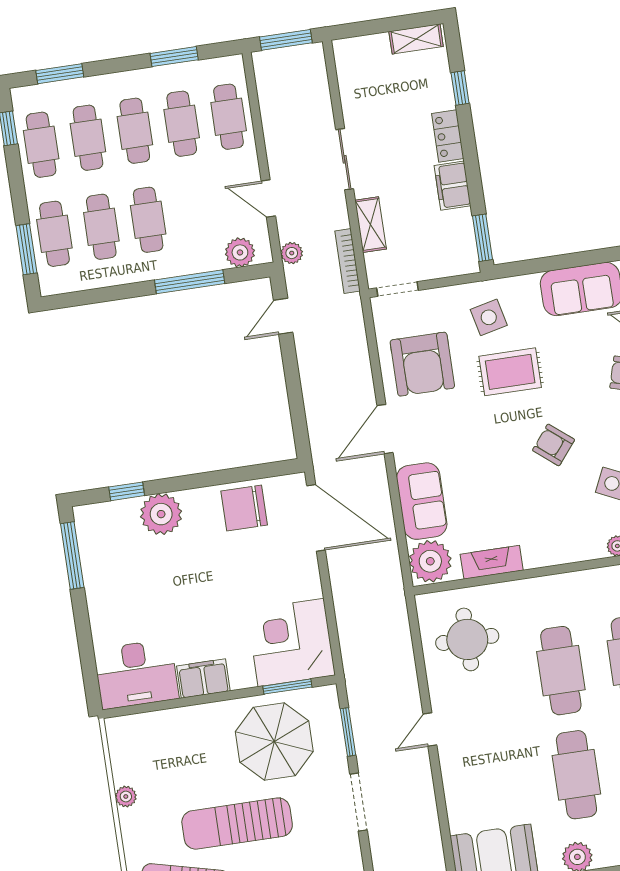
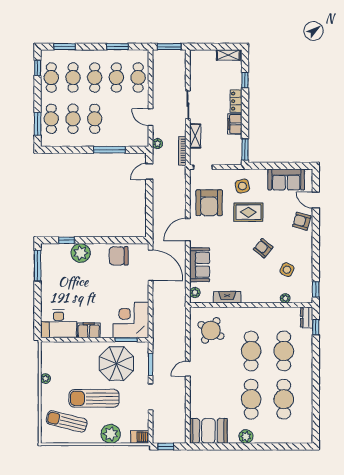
plant: (240, 252) -> (134, 140), removed
plant: (430, 561) -> (195, 293), width x0.53, depth x0.53
round table: (467, 639) -> (211, 330), turned 31

